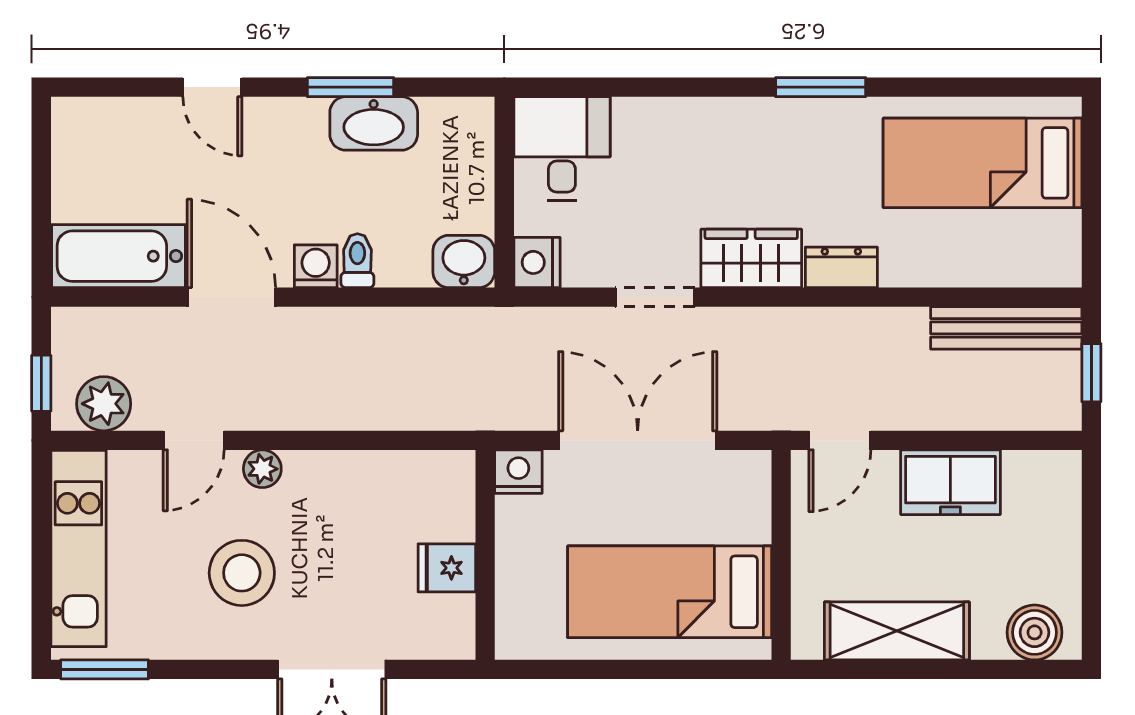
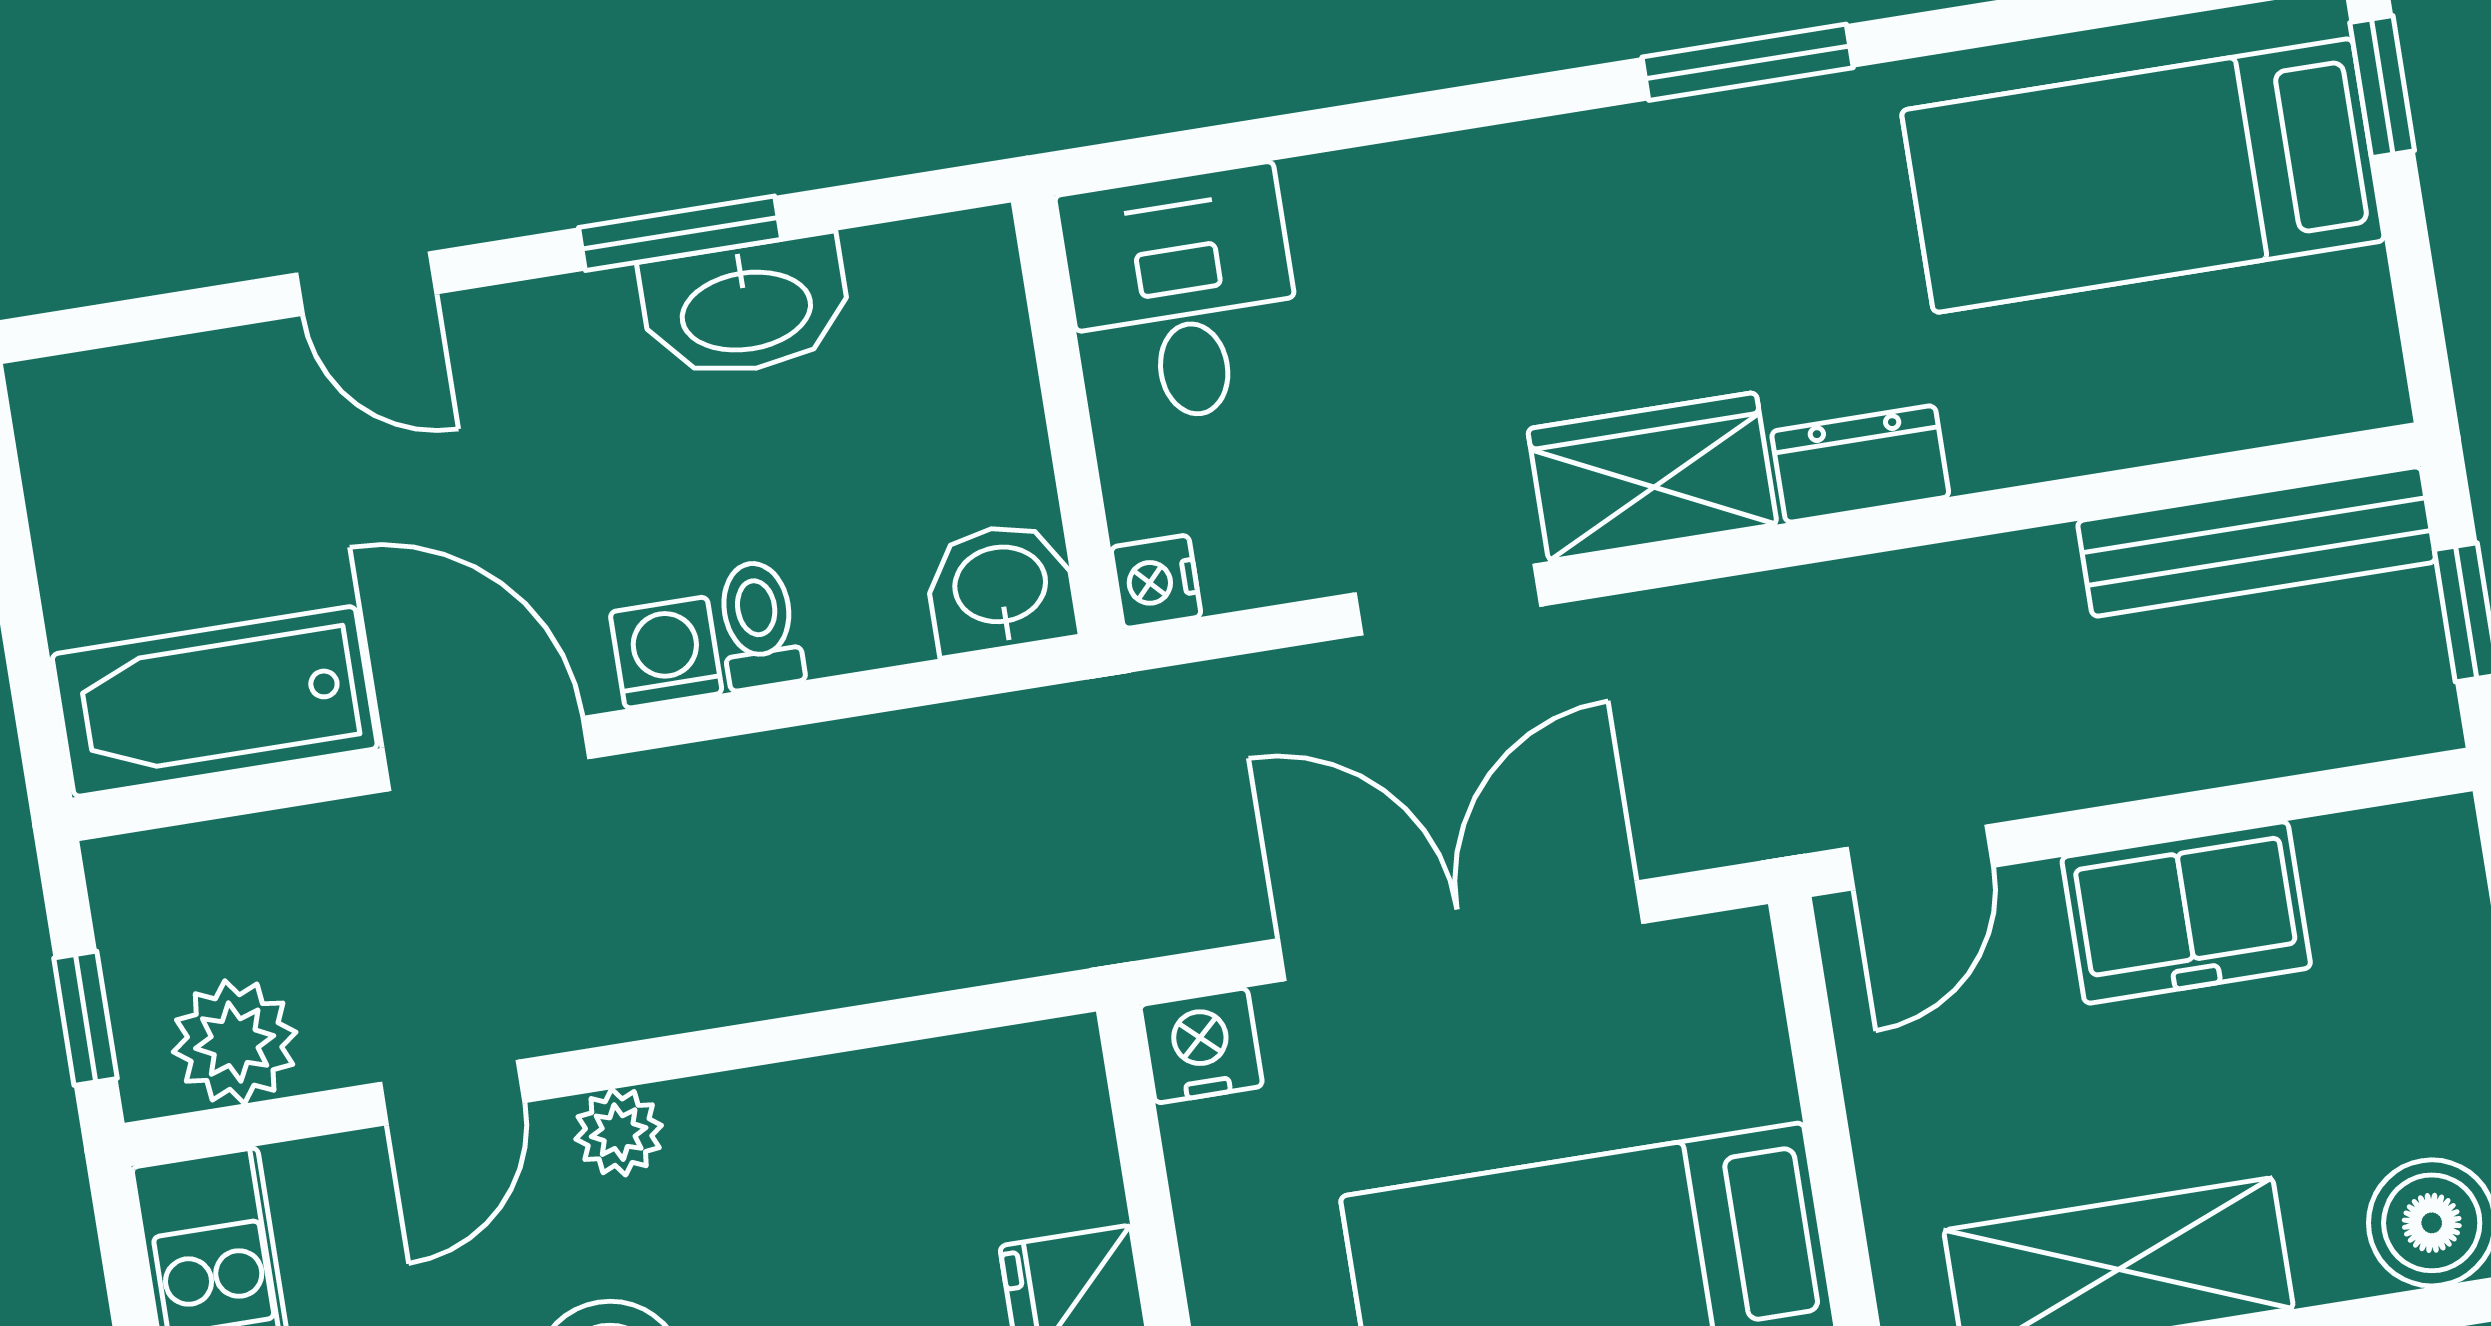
window: (1091, 141) -> (2382, 87), added
nightstand: (537, 262) -> (1156, 582), width x0.72, depth x0.74

